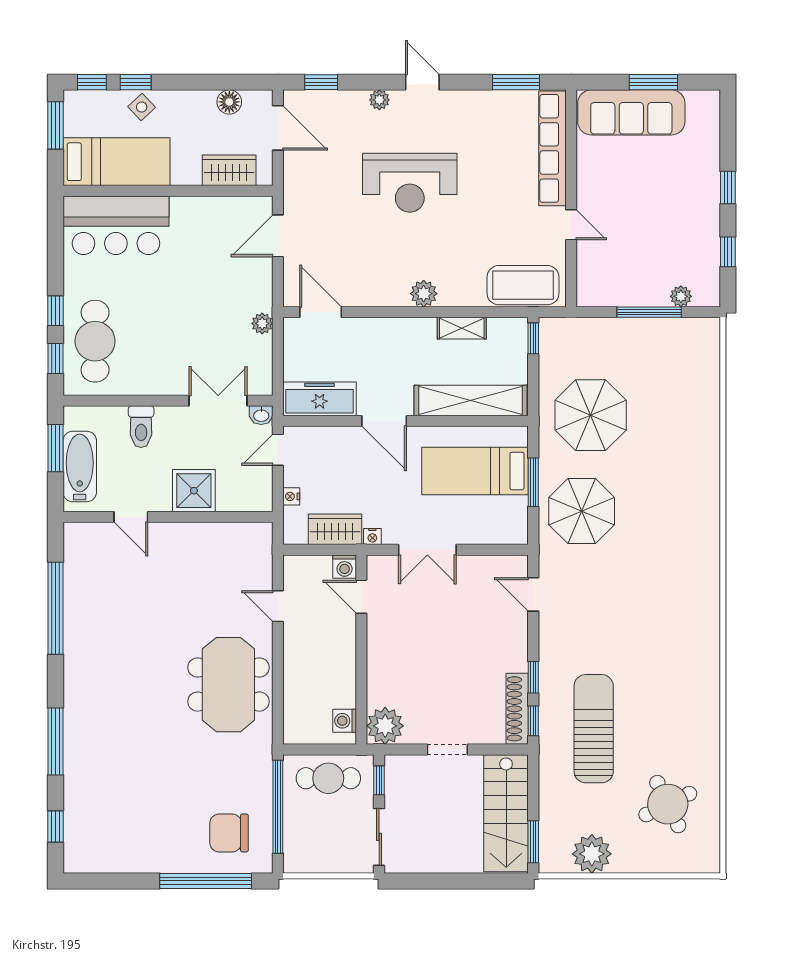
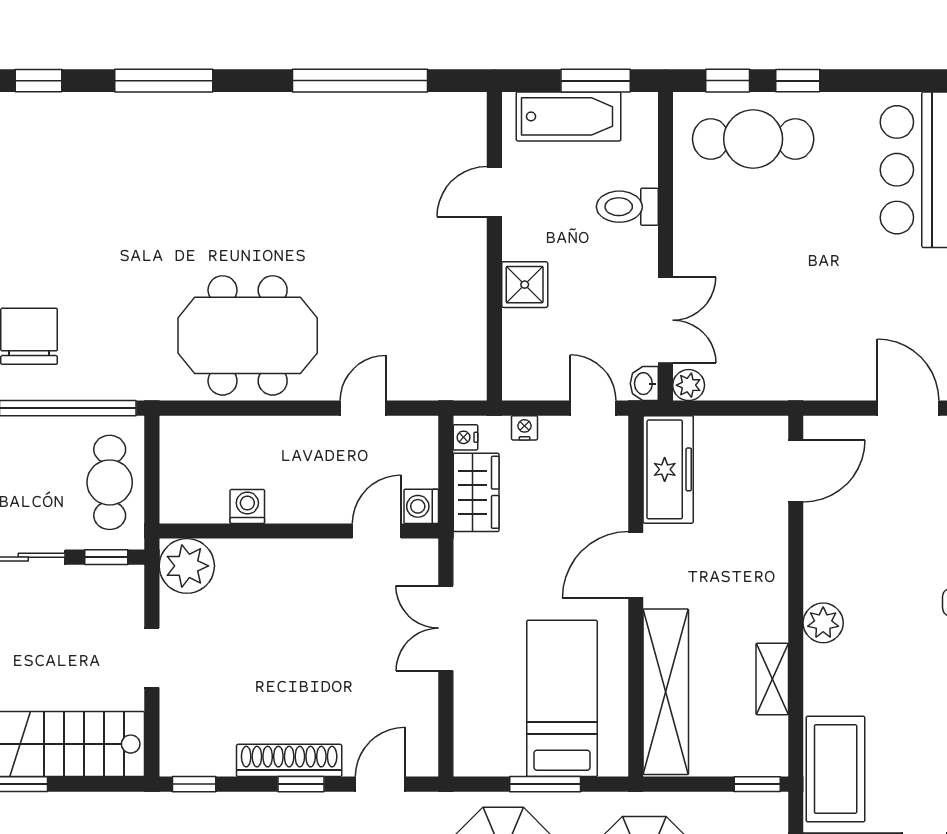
plant: (262, 323) -> (689, 385), moved
shower: (194, 491) -> (525, 285), width x0.73, depth x0.73
nightstand: (372, 537) -> (465, 437), moved
window: (533, 677) -> (301, 784), moved
shoe rack: (517, 709) -> (289, 760), moved
washing machine: (345, 721) -> (247, 506), moved

